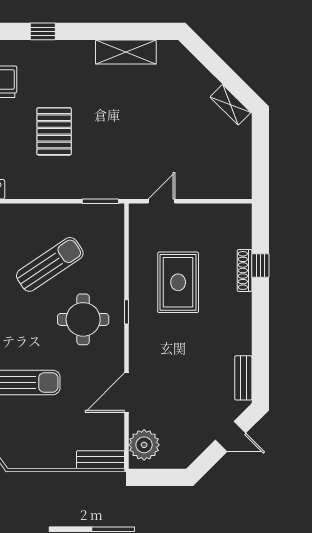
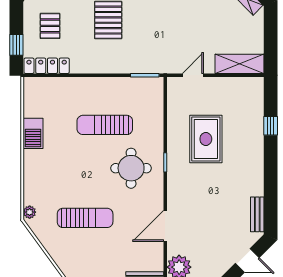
shelving: (221, 187) -> (240, 64), added
sun lounger: (50, 264) -> (105, 125), turned -146
shoe rack: (245, 270) -> (258, 130), removed

